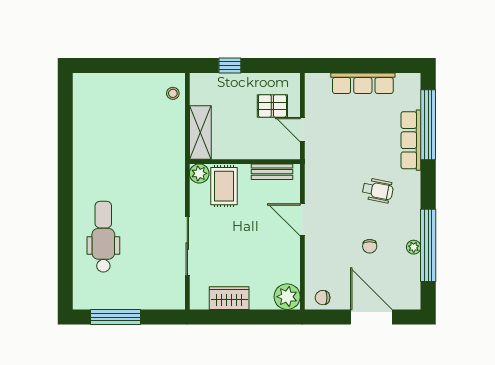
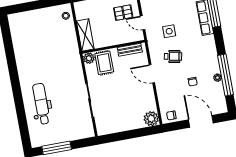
side table: (345, 152) -> (169, 31), added
wheelchair: (378, 190) -> (173, 56), moved
wardrobe: (229, 298) -> (119, 125), removed

